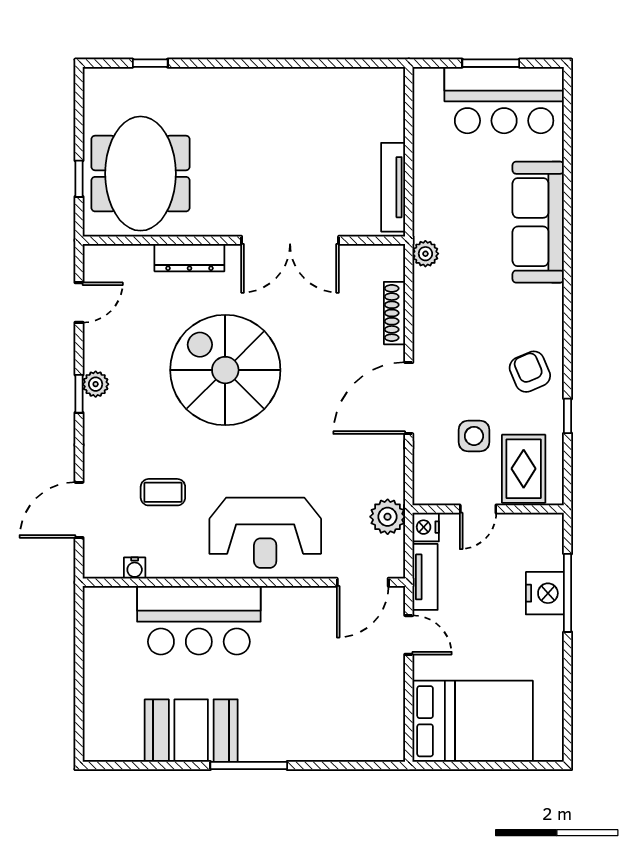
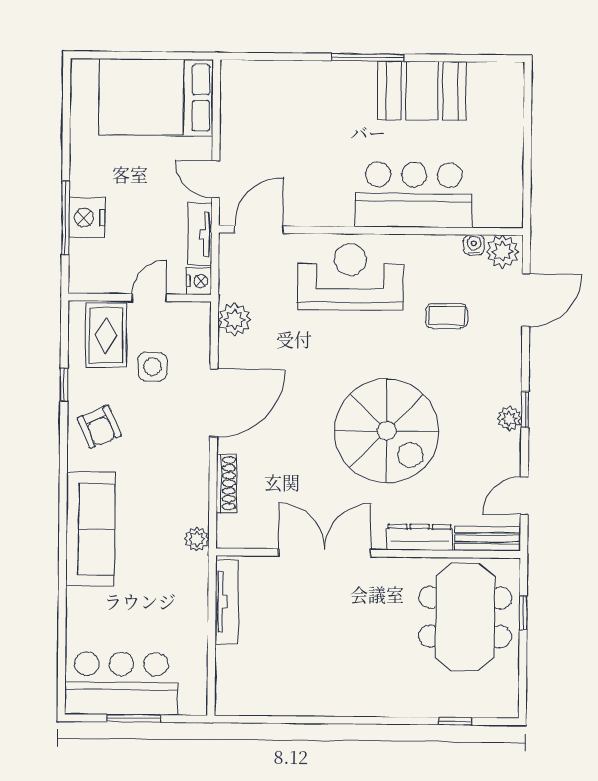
sofa: (538, 222) -> (90, 529), moved
bench: (117, 257) -> (488, 538), added
plant: (388, 517) -> (235, 319), moved
plant: (104, 561) -> (503, 251), added

